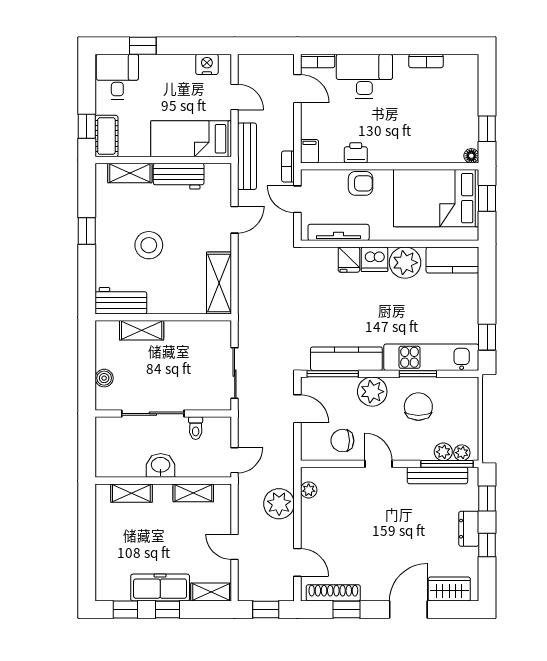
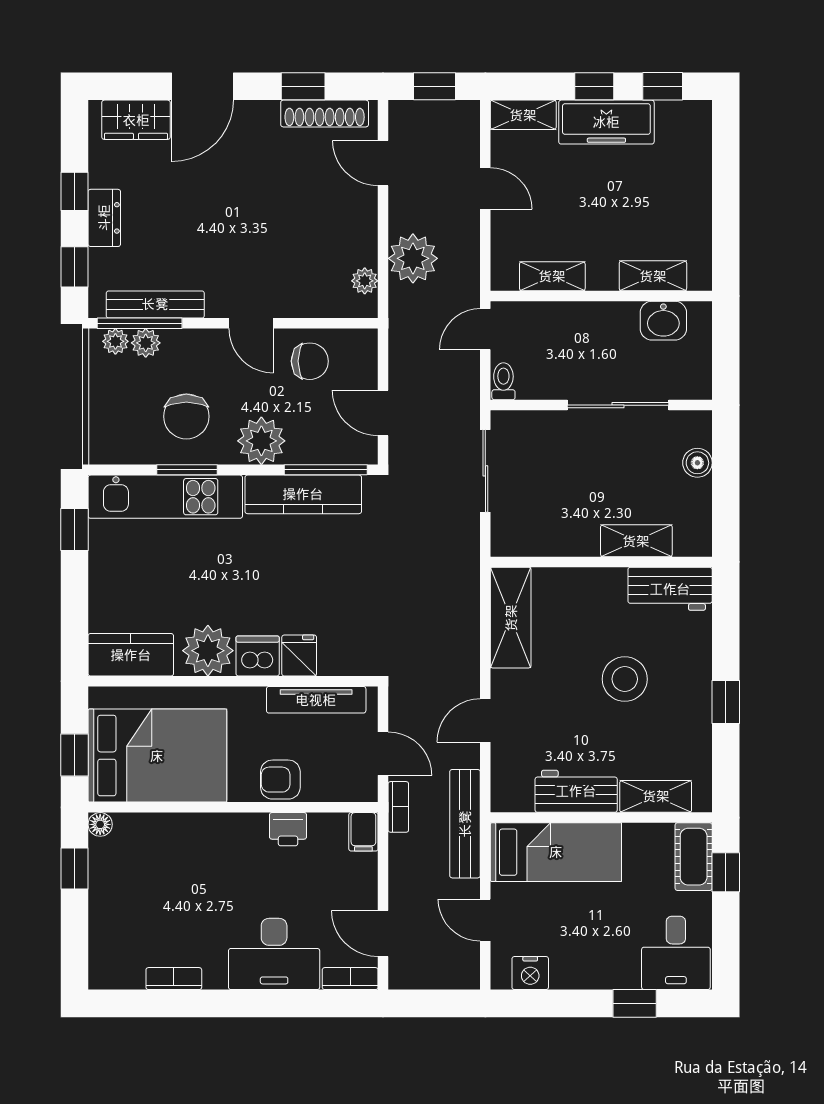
toilet: (196, 428) -> (503, 381), moved
washbasin: (161, 465) -> (663, 321), moved

